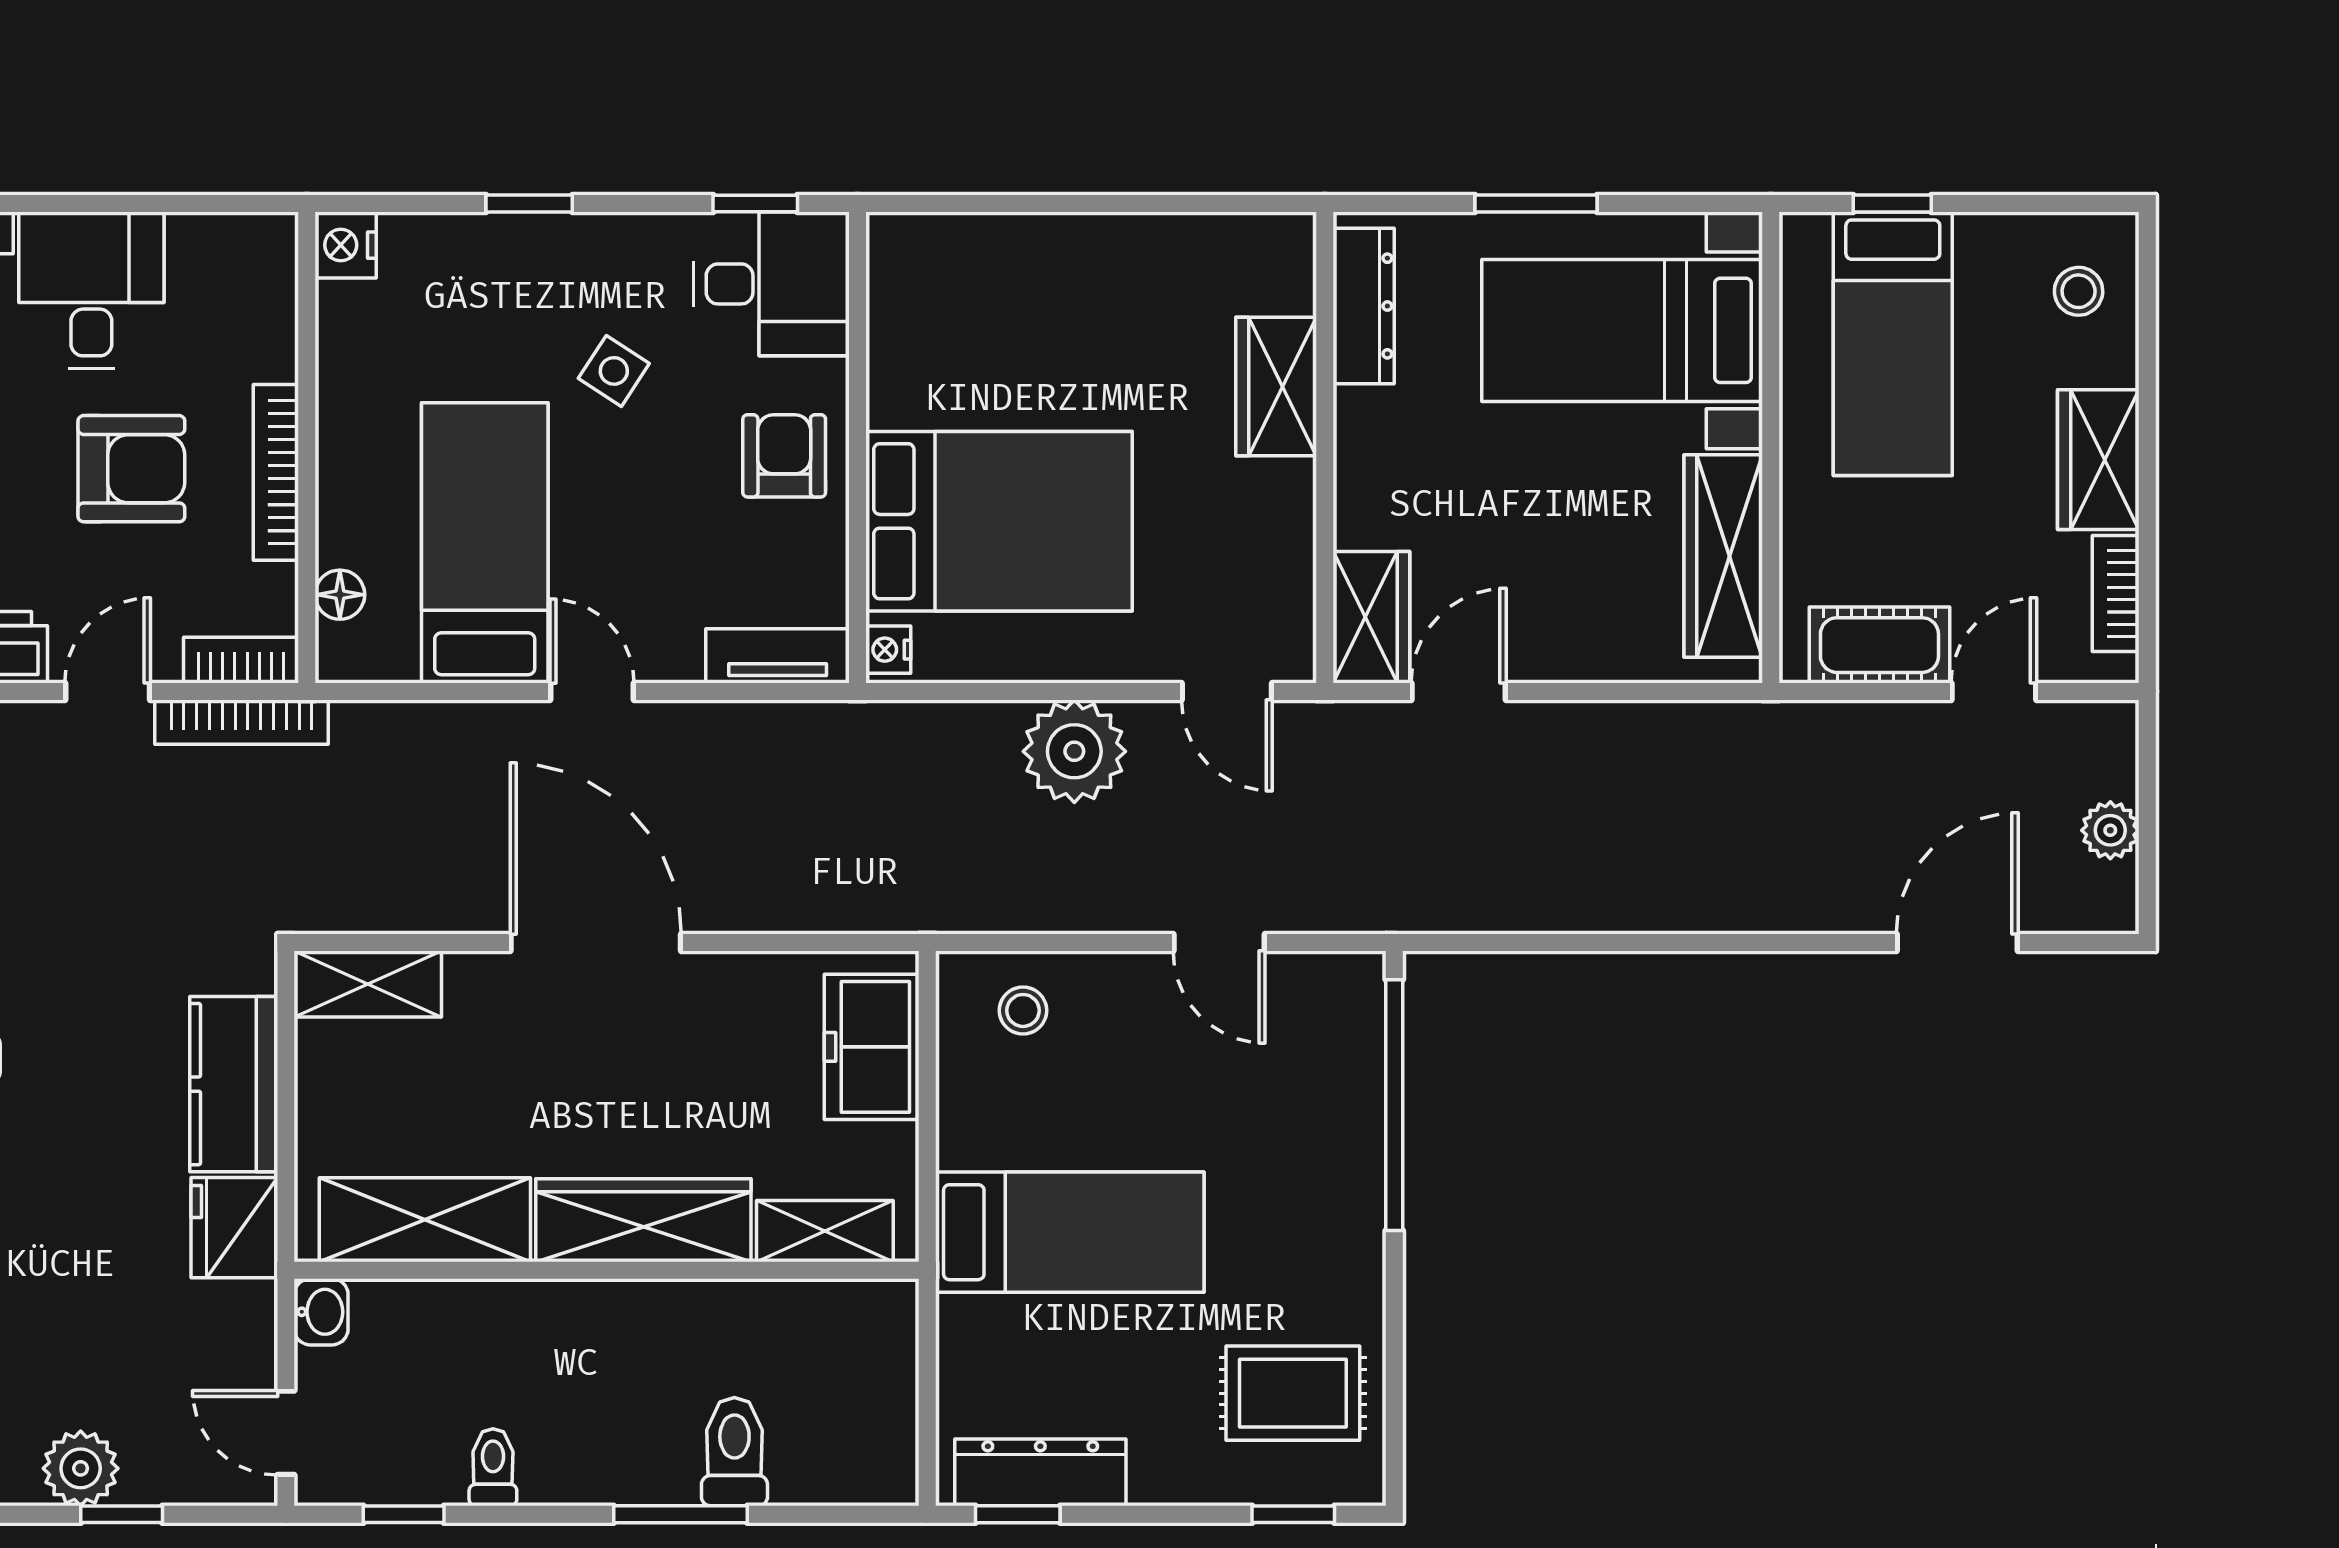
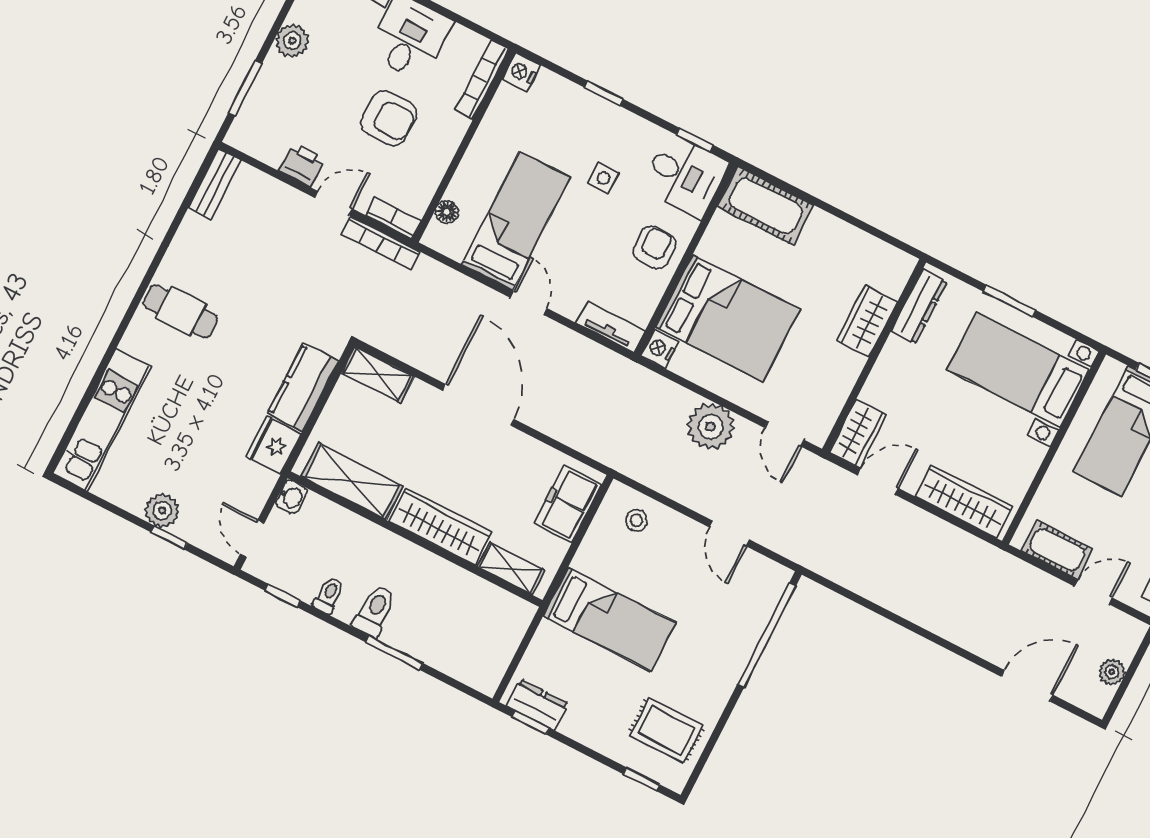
cot: (961, 262) -> (766, 206), added
side table: (614, 371) -> (603, 178), turned -33
bookcase: (276, 472) -> (482, 80), moved
wardrobe: (1723, 556) -> (964, 502), moved, turned 90
nightstand: (888, 650) -> (660, 349), width x1.39, depth x1.35
toilet: (734, 1452) -> (375, 611), moved
dresser: (1040, 1472) -> (538, 705), width x0.70

